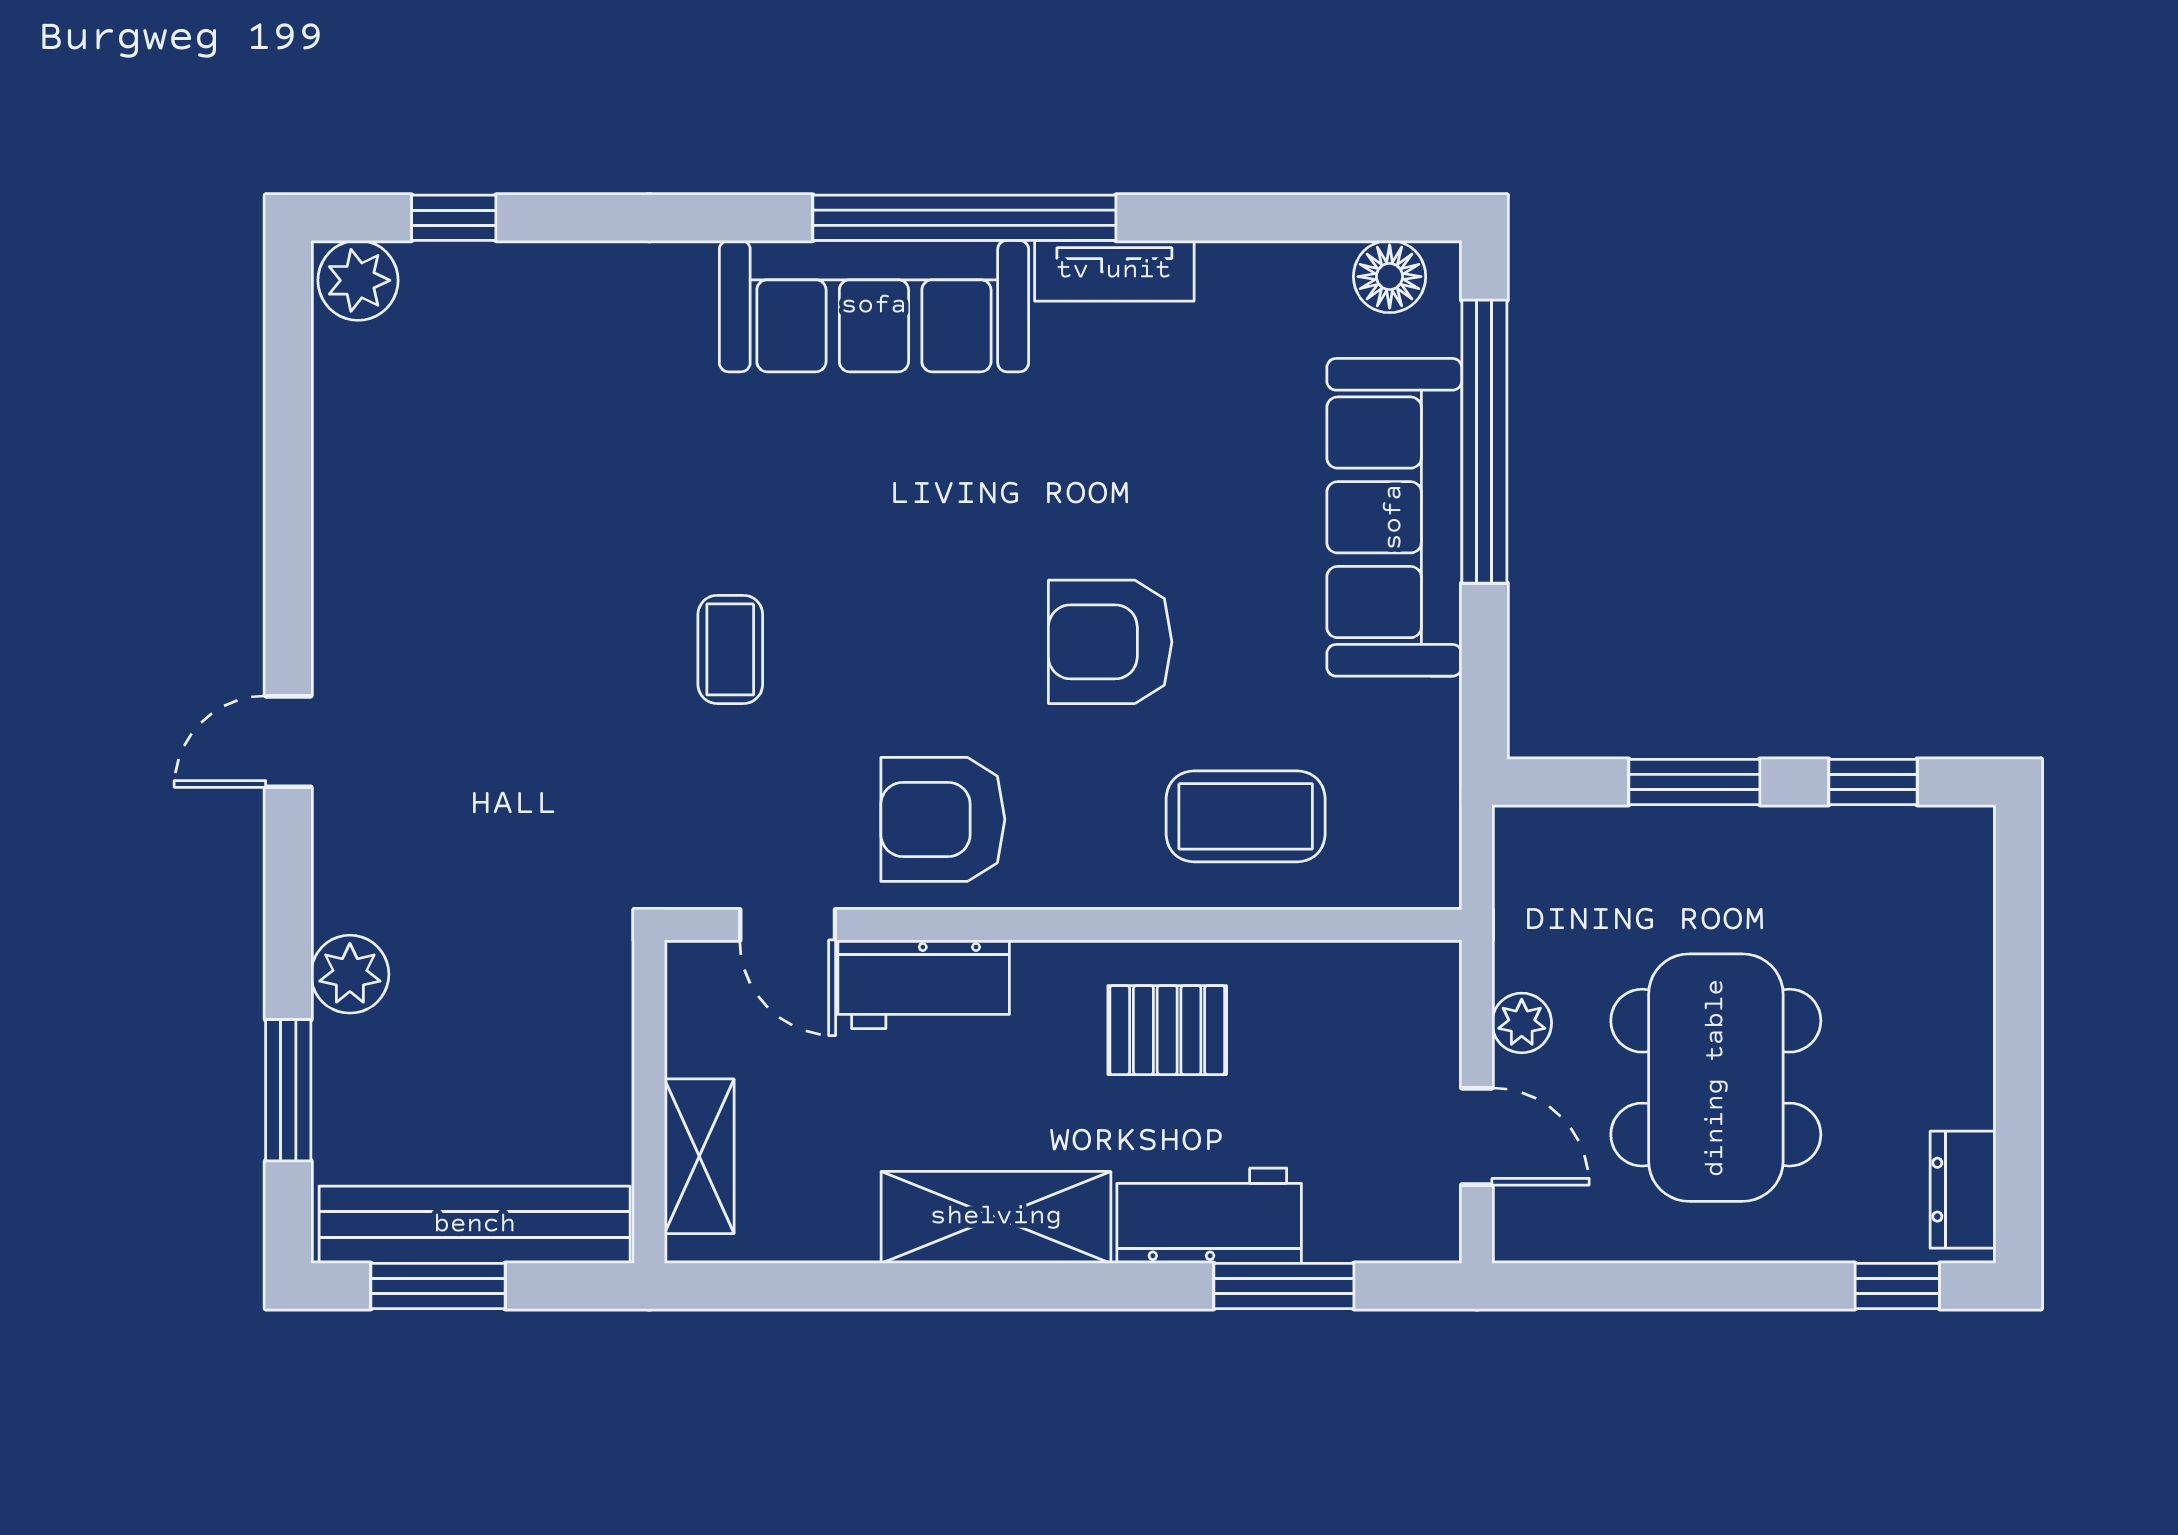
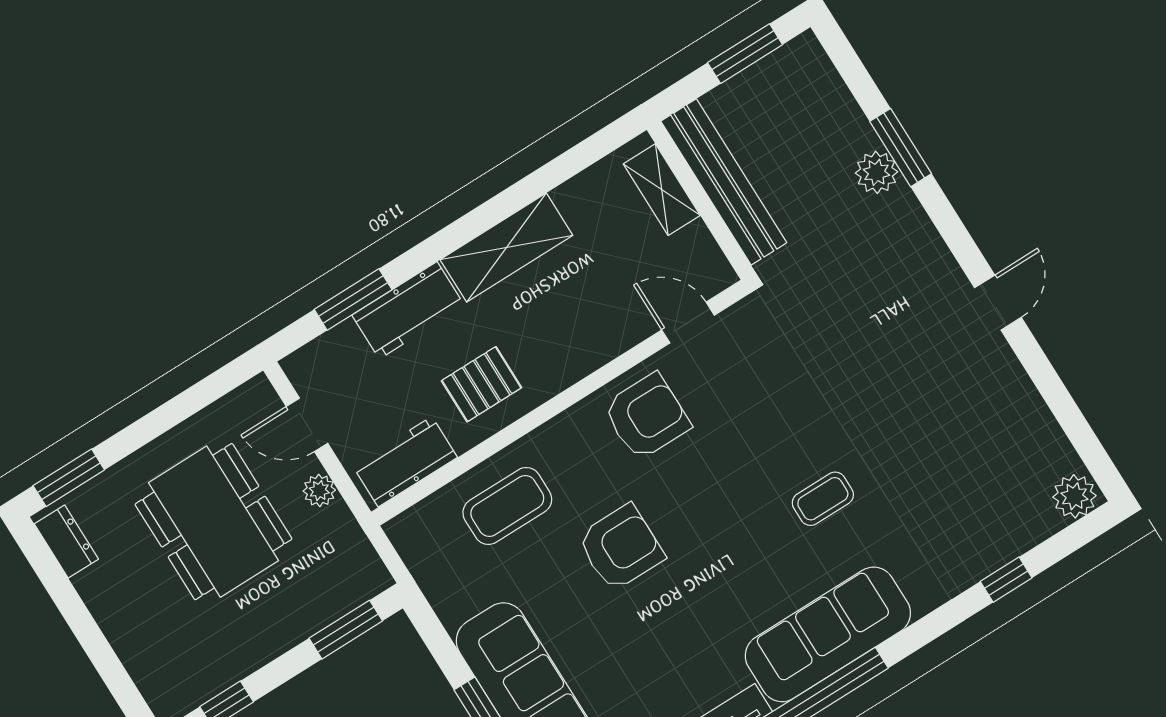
window: (454, 218) -> (1006, 580), moved
coffee table: (730, 649) -> (823, 499), moved, turned 90
door: (288, 742) -> (998, 303), moved
window: (1694, 782) -> (346, 630), moved
workbench: (924, 984) -> (405, 462), moved
window: (288, 1090) -> (901, 148), moved
bench: (475, 1225) -> (724, 182), moved, turned 90
window: (1897, 1286) -> (69, 478), width x1.50

